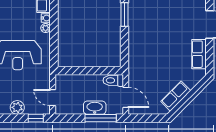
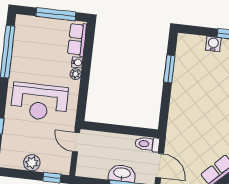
door: (53, 98) -> (76, 142), moved

